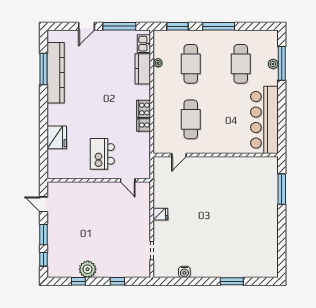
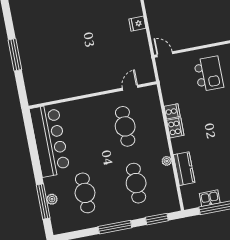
kitchen sink: (144, 44) -> (210, 198), moved, turned -90
plant: (158, 63) -> (167, 161), moved
door: (128, 180) -> (165, 54), moved
window: (282, 189) -> (15, 55), moved

